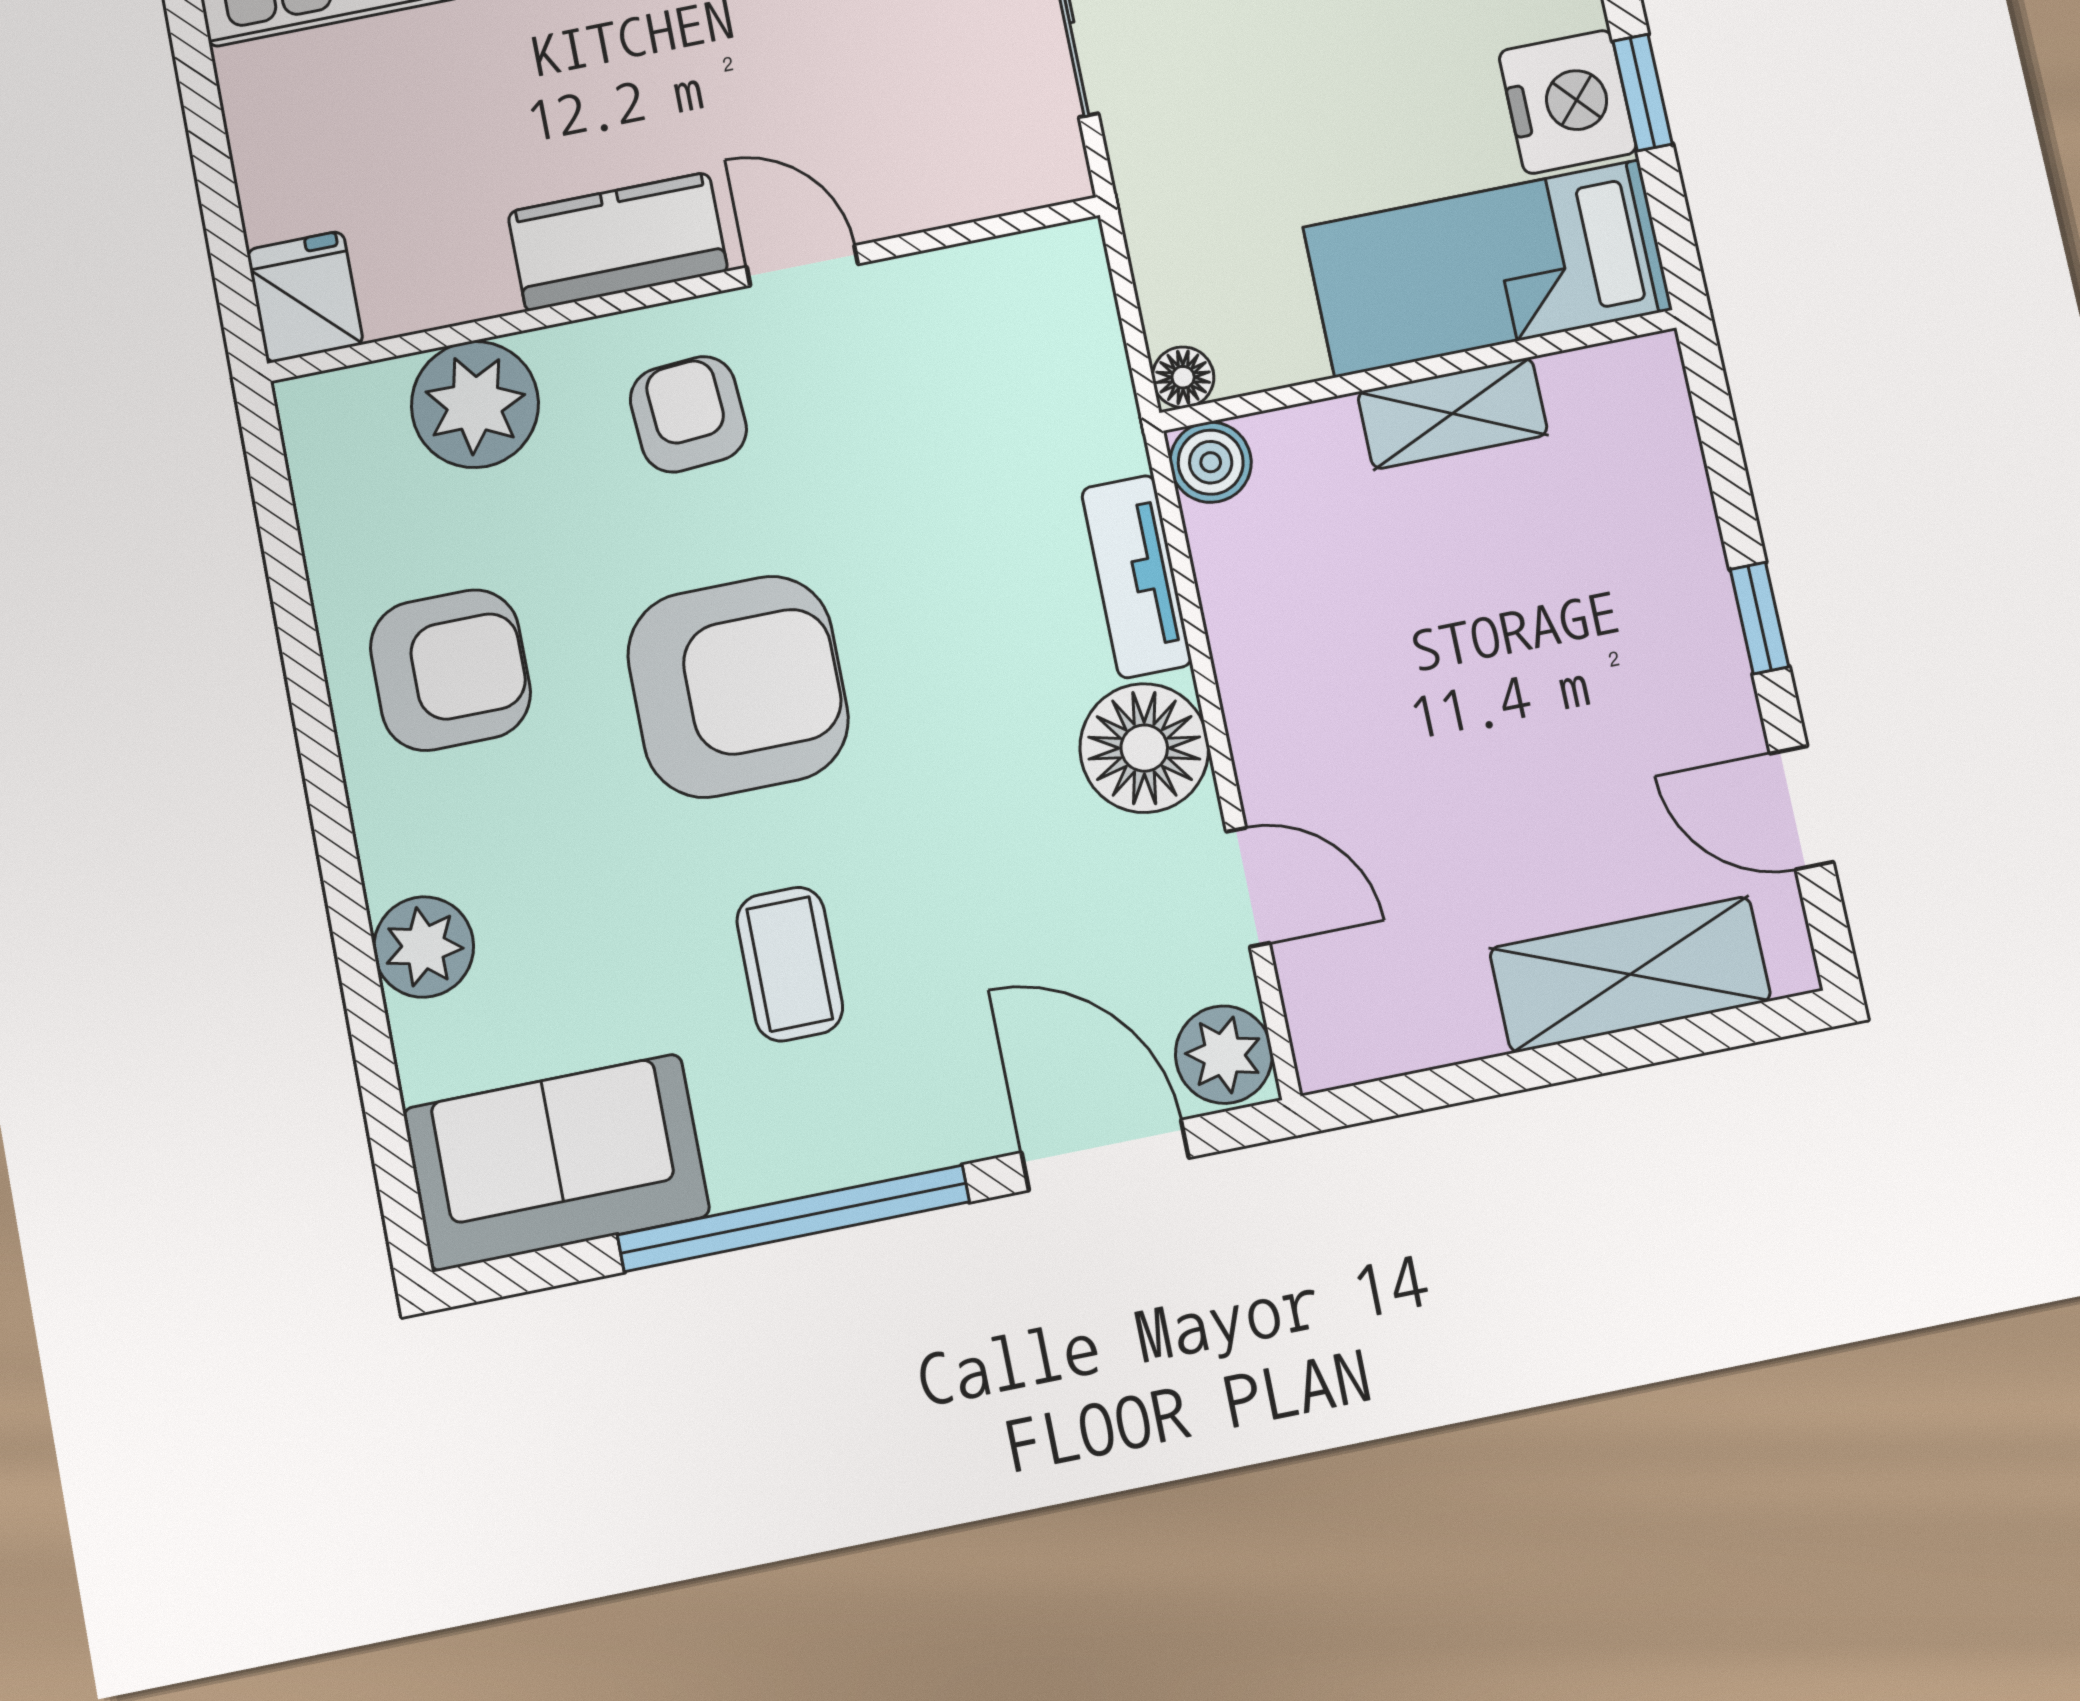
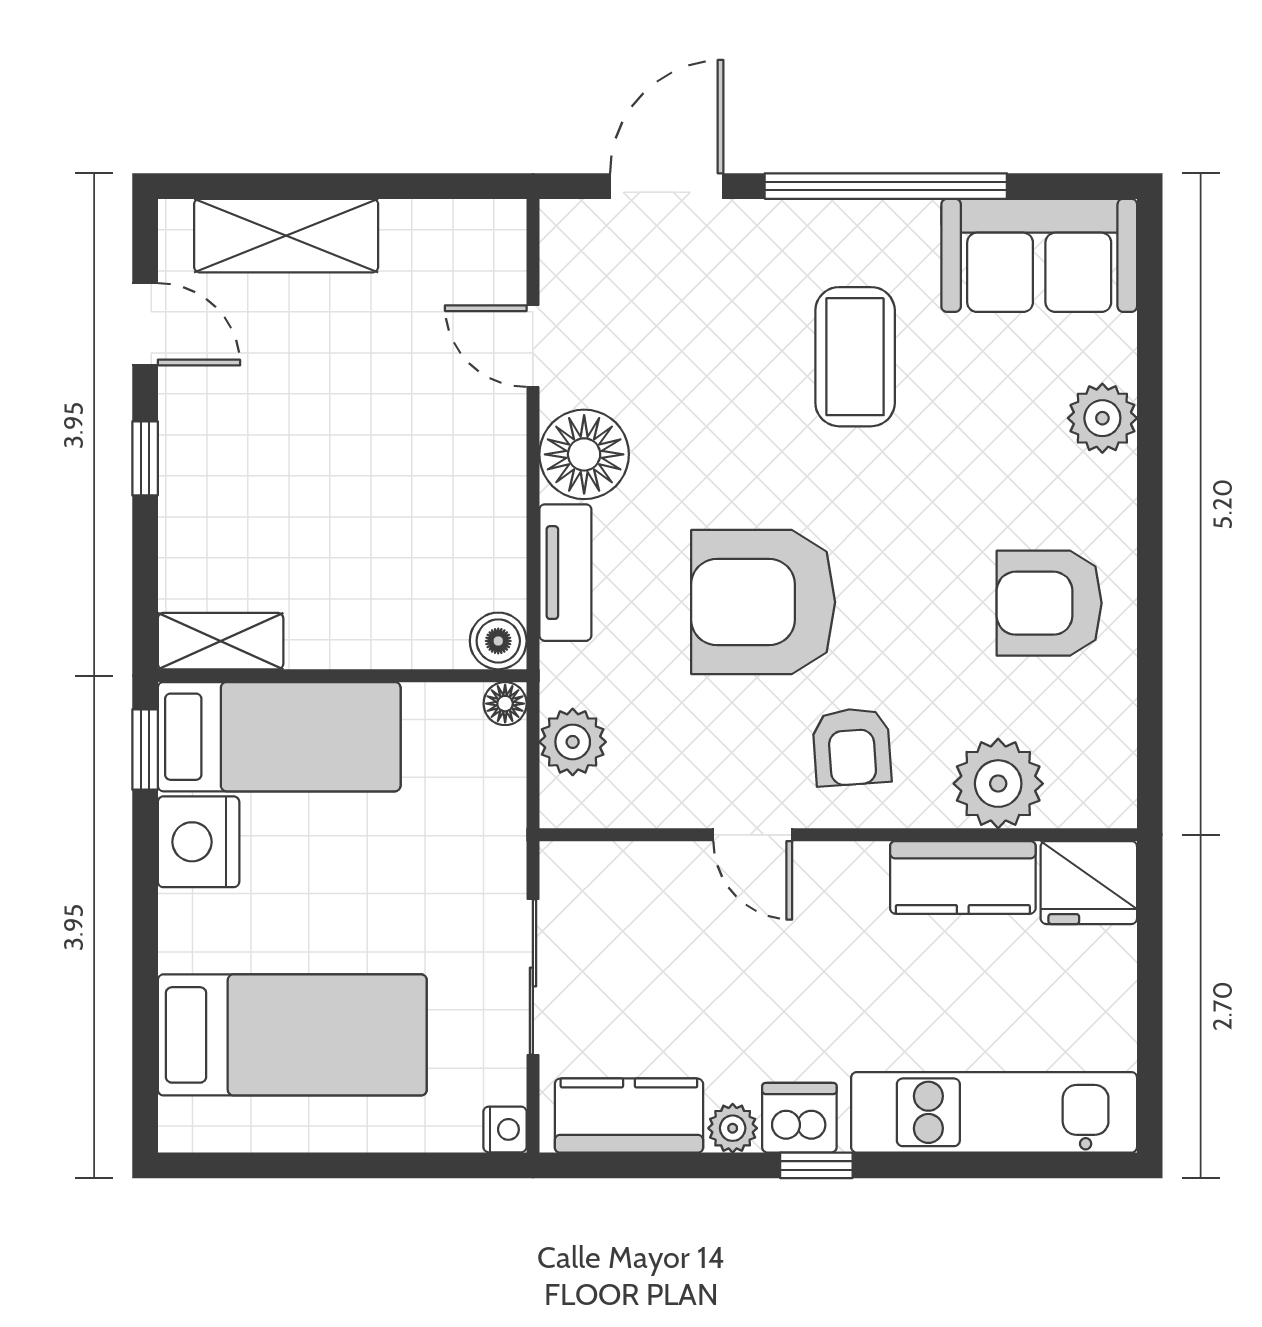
window: (1643, 92) -> (145, 750), moved
kitchen counter: (618, 242) -> (963, 877), moved
fridge: (305, 297) -> (1089, 883), width x1.38
shelving: (1453, 413) -> (221, 641), moved
armchair: (738, 687) -> (763, 602), moved
coffee table: (790, 964) -> (855, 357), width x1.36, depth x1.30
plant: (1224, 1055) -> (573, 742), moved
door: (1105, 1155) -> (667, 186), swing flipped

